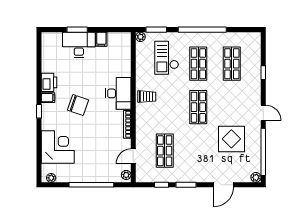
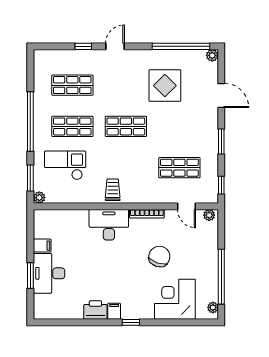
checkout: (167, 58) -> (65, 165), turned 180
chair: (78, 105) -> (159, 257), moved
door: (263, 113) -> (115, 46), moved
window: (91, 185) -> (221, 277), moved
window: (162, 185) -> (221, 185), moved

